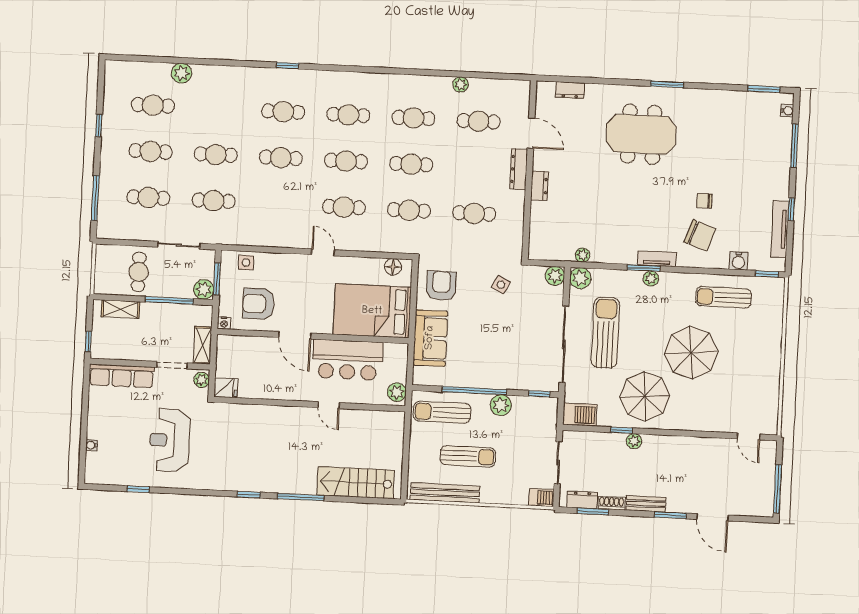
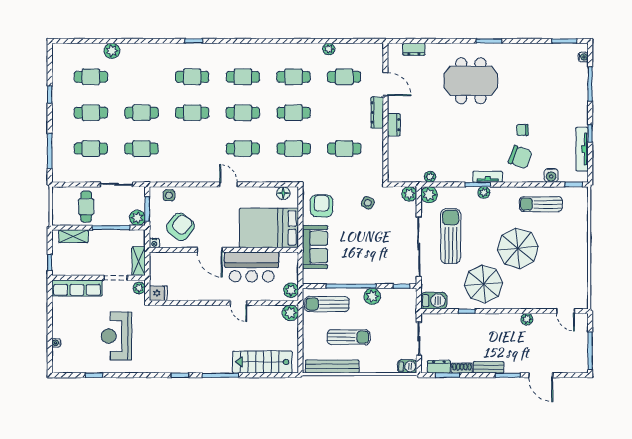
armchair: (259, 304) -> (180, 227), turned 129
plant: (395, 421) -> (290, 313), added
plant: (634, 441) -> (527, 319), moved

